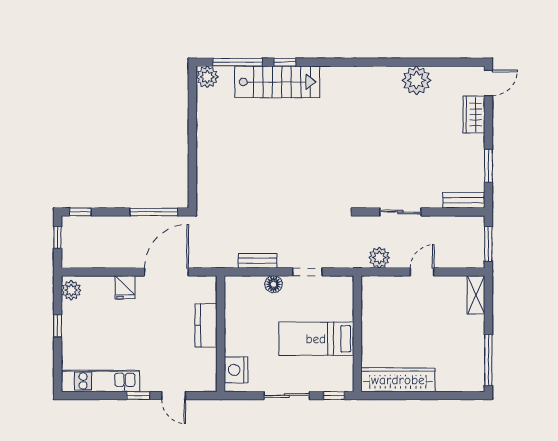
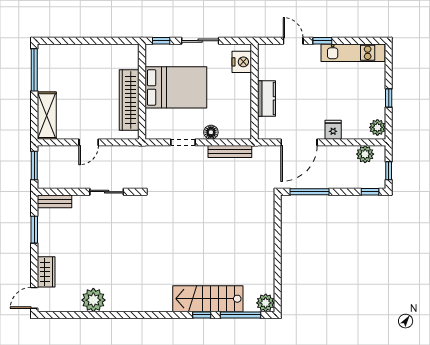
plant: (379, 258) -> (365, 154), moved
bench: (258, 261) -> (230, 152), width x1.36
shelving: (476, 295) -> (47, 116), width x1.50, depth x1.33
bed: (316, 339) -> (176, 87), width x1.50
wardrobe: (398, 380) -> (129, 100), moved, turned 90

